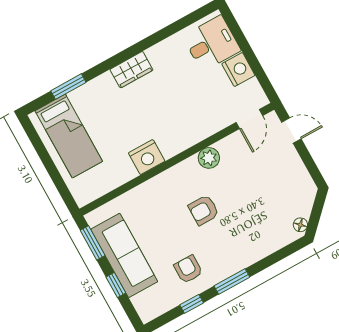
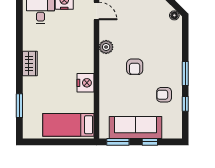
bed: (69, 136) -> (68, 125), moved, turned 180

